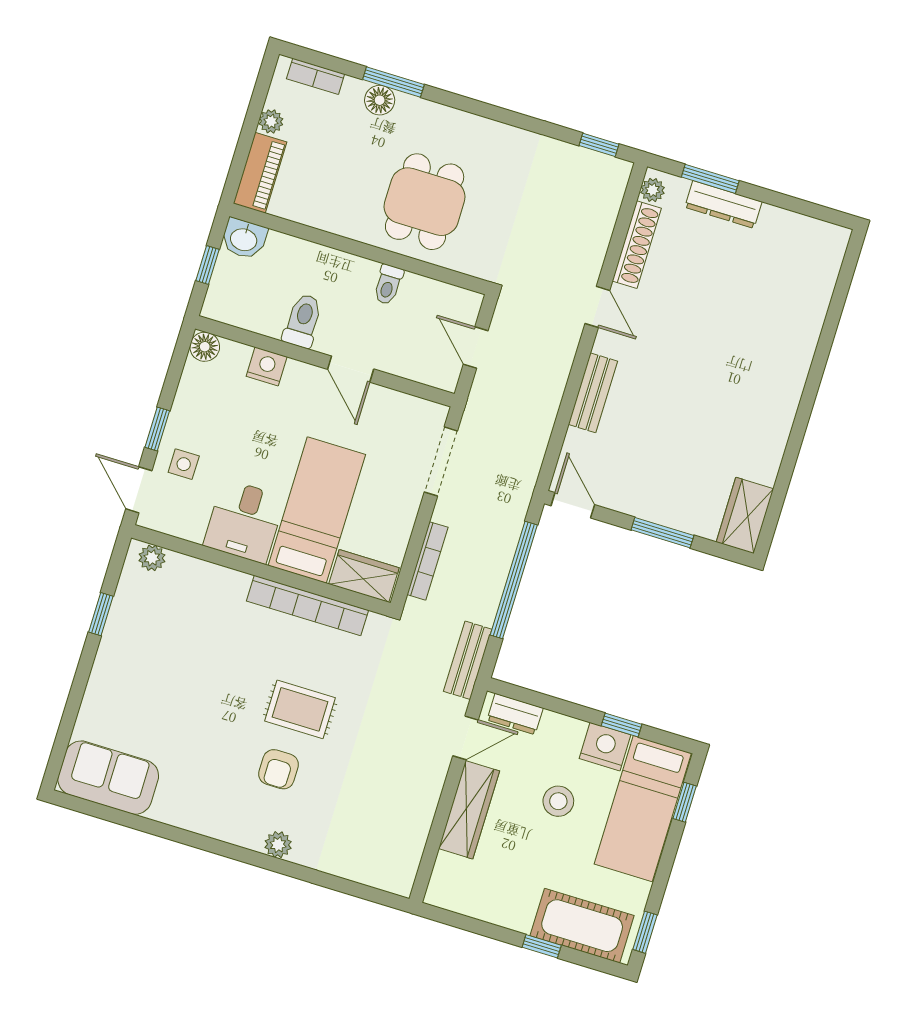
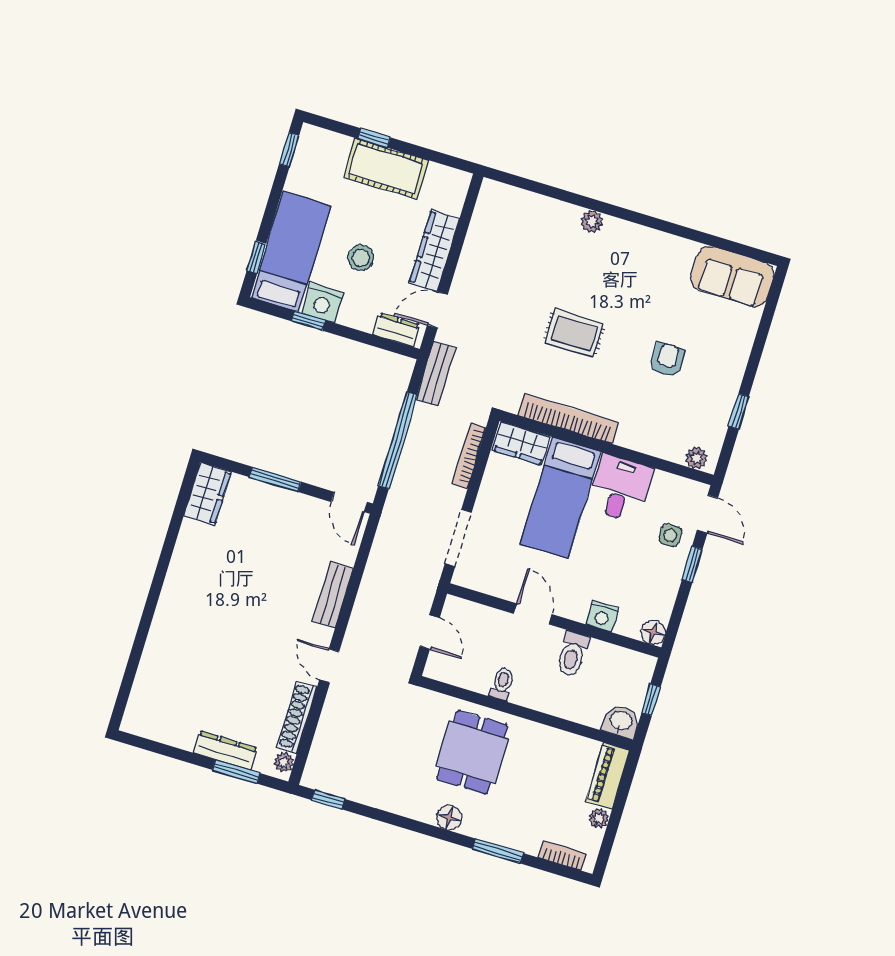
floor lamp: (380, 100) -> (449, 818), moved
armchair: (279, 769) -> (667, 360), moved
cot: (582, 926) -> (386, 169), moved

